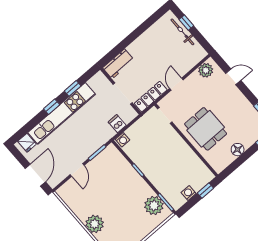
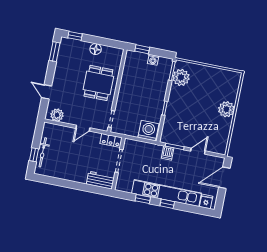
locker: (151, 97) -> (111, 140), width x0.66
dishwasher: (117, 124) -> (168, 153), moved
washing machine: (122, 140) -> (148, 131), width x1.89, depth x1.89

